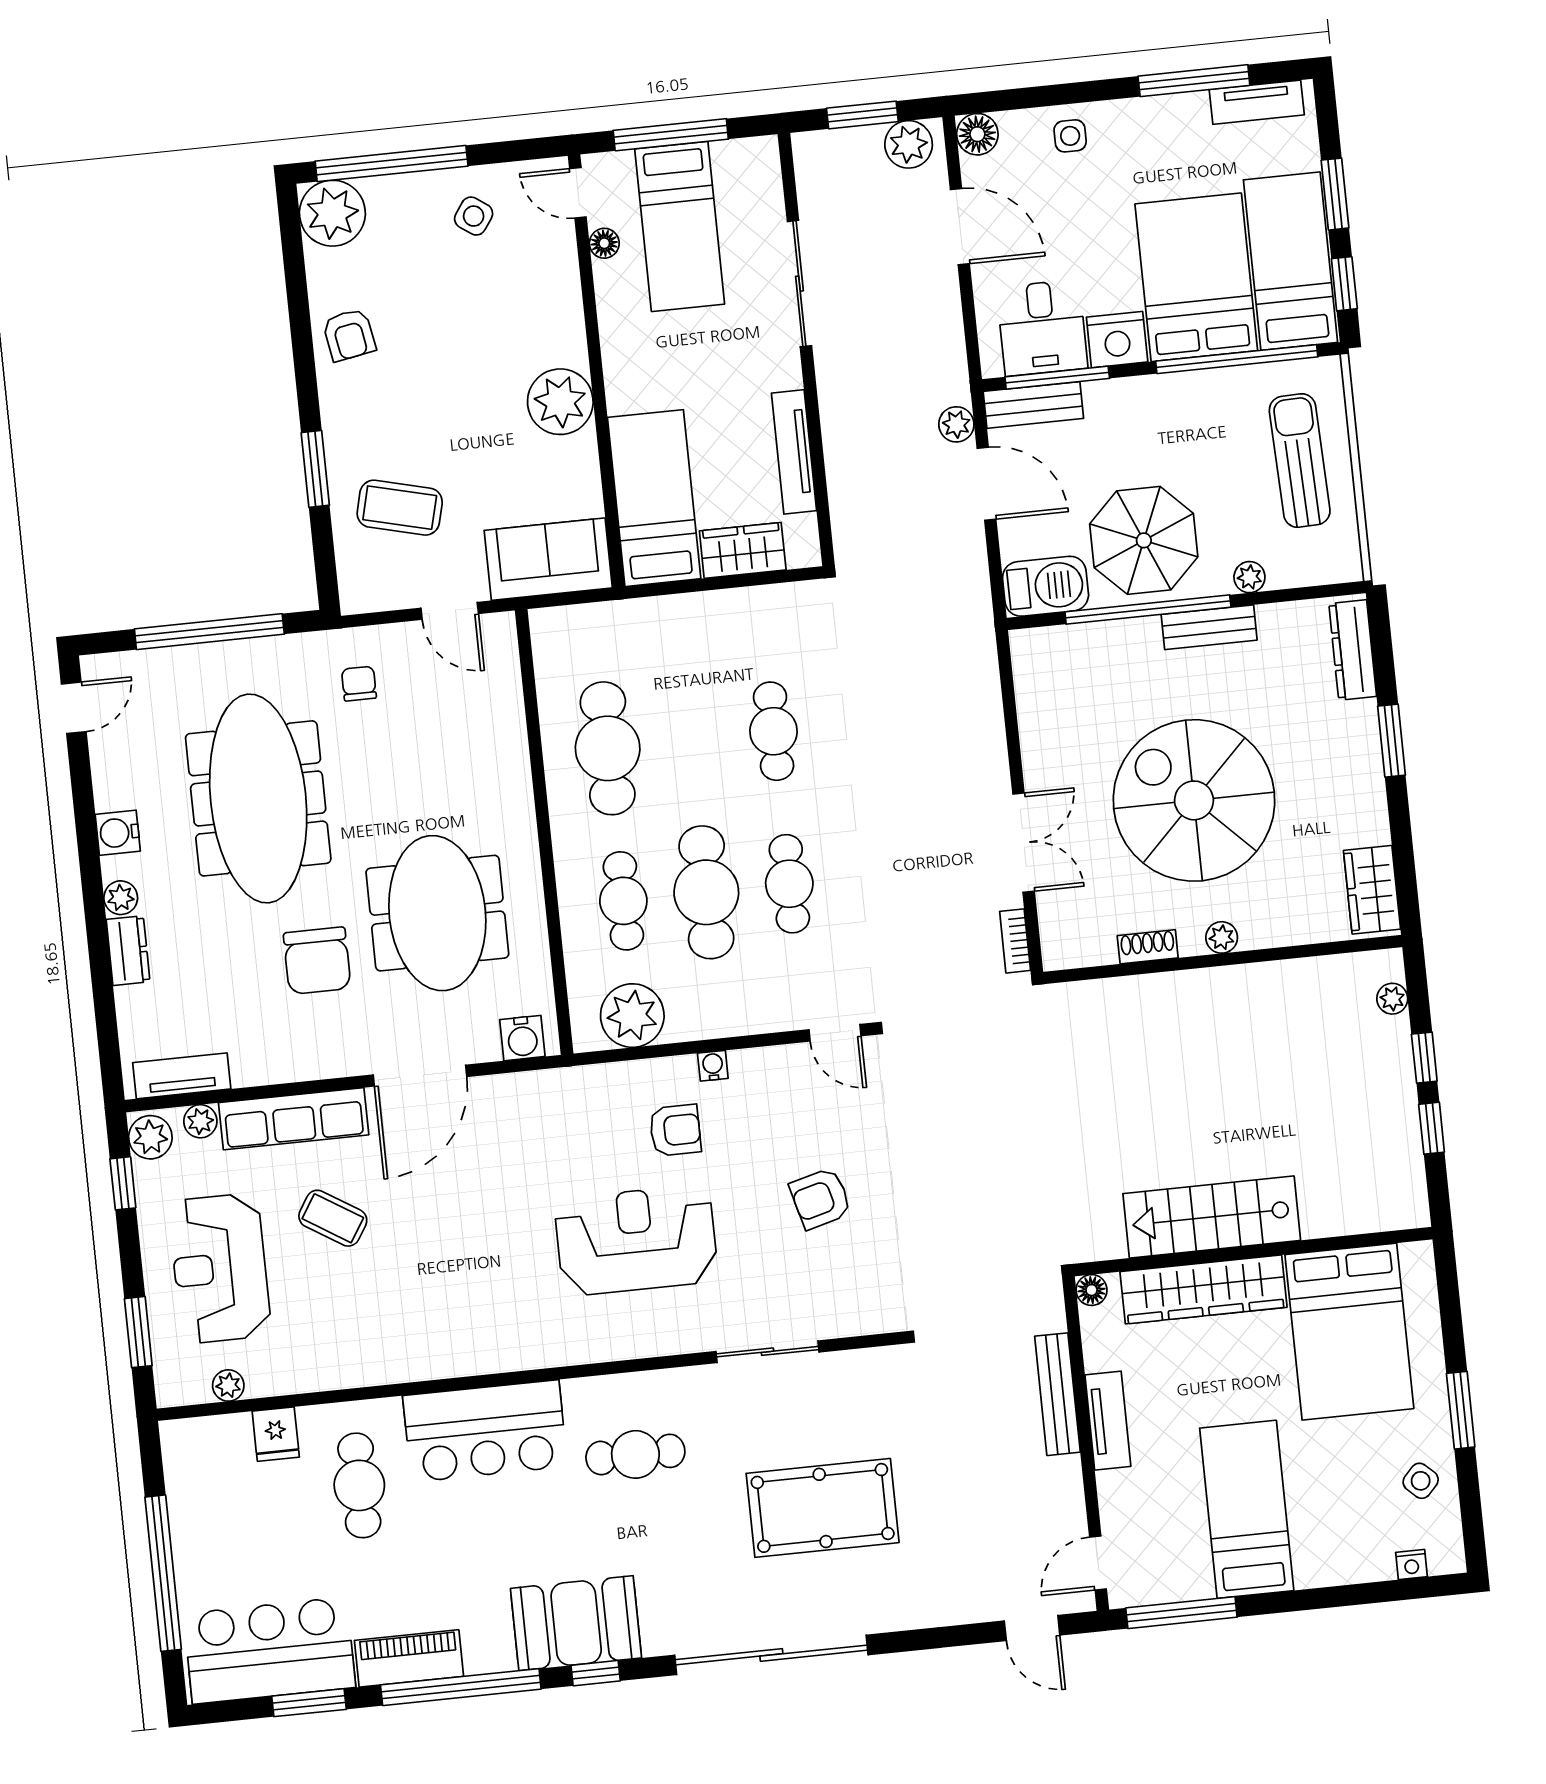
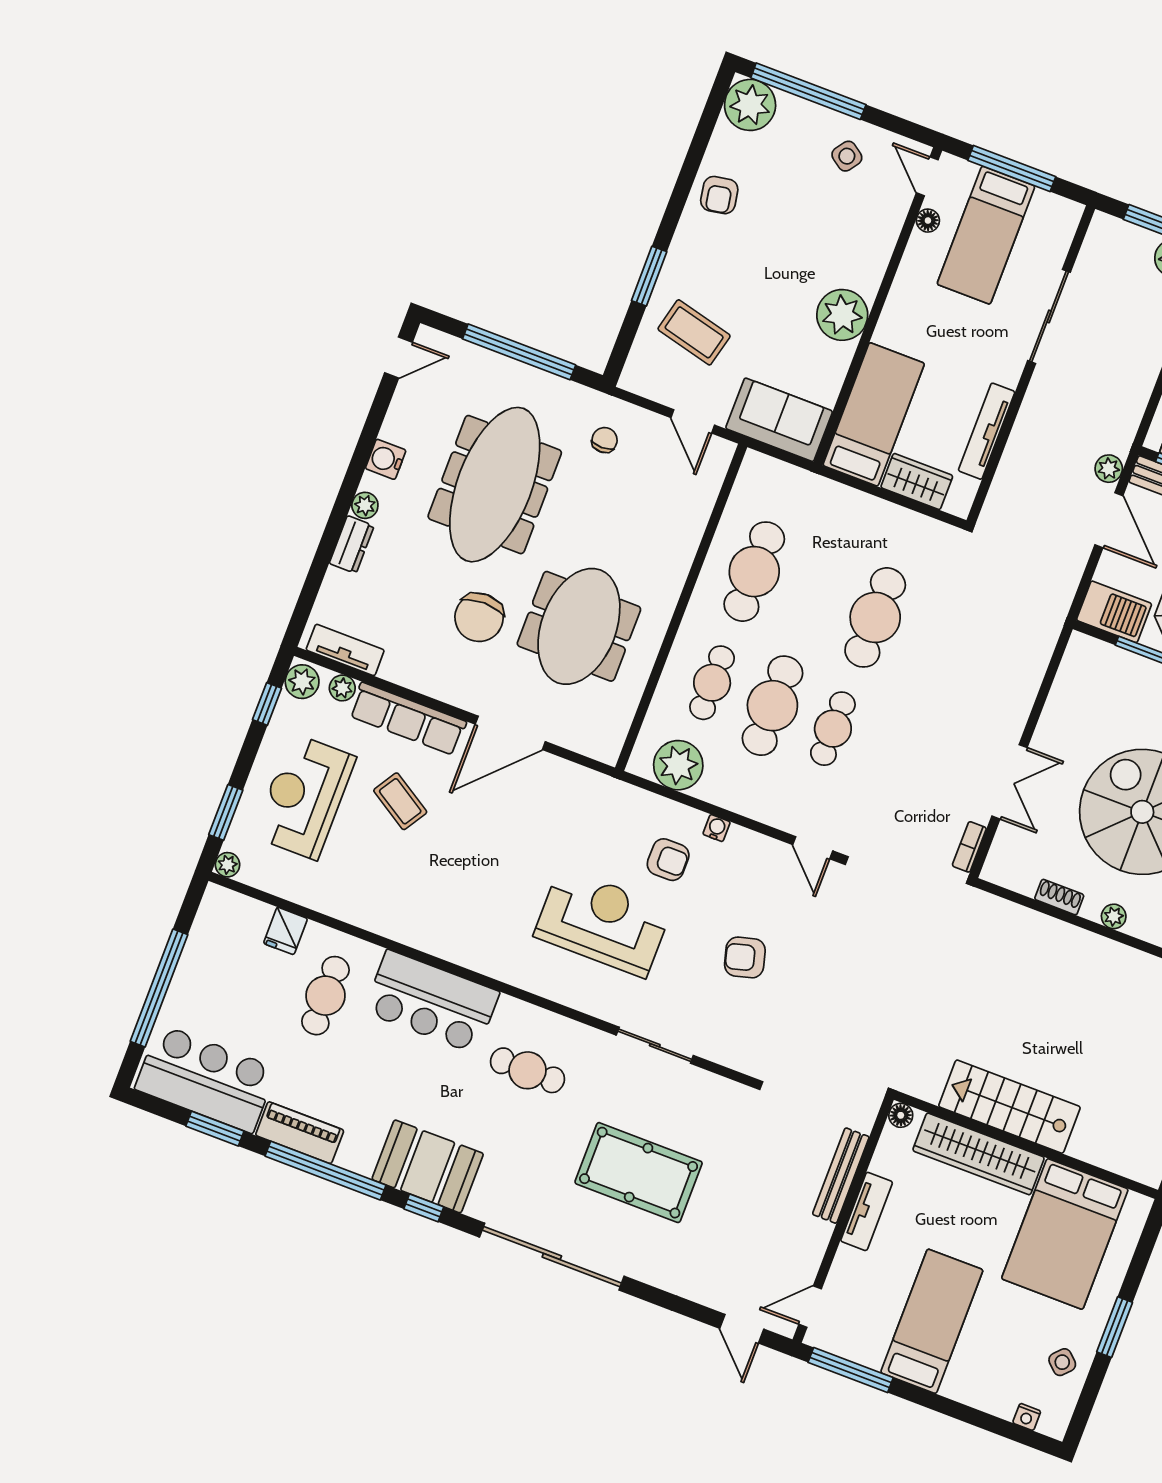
cafe table: (774, 731) -> (875, 617), width x1.37, depth x1.35
water cooler: (522, 1038) -> (594, 742), removed
plant: (228, 1385) -> (228, 865), moved

